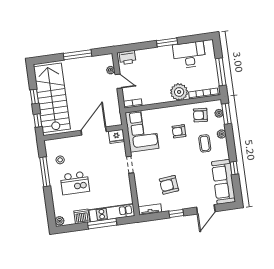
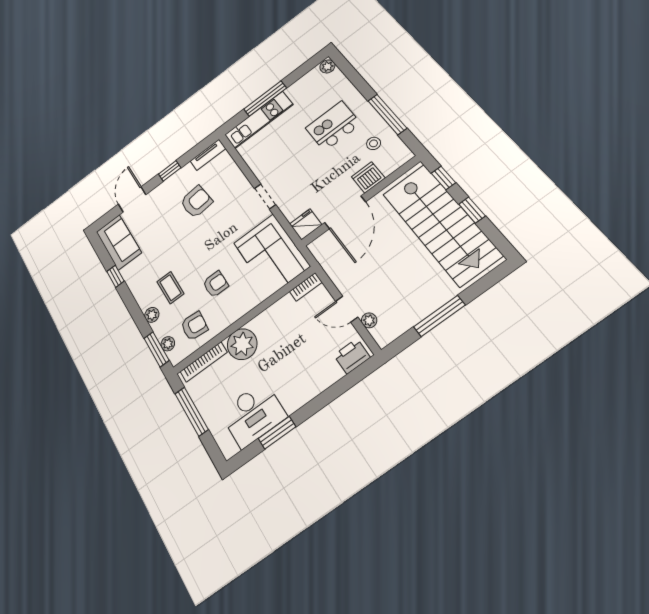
window: (167, 42) -> (277, 433), moved
sofa: (223, 182) -> (119, 242), width x0.73
dishwasher: (82, 217) -> (368, 177), moved, turned 180

